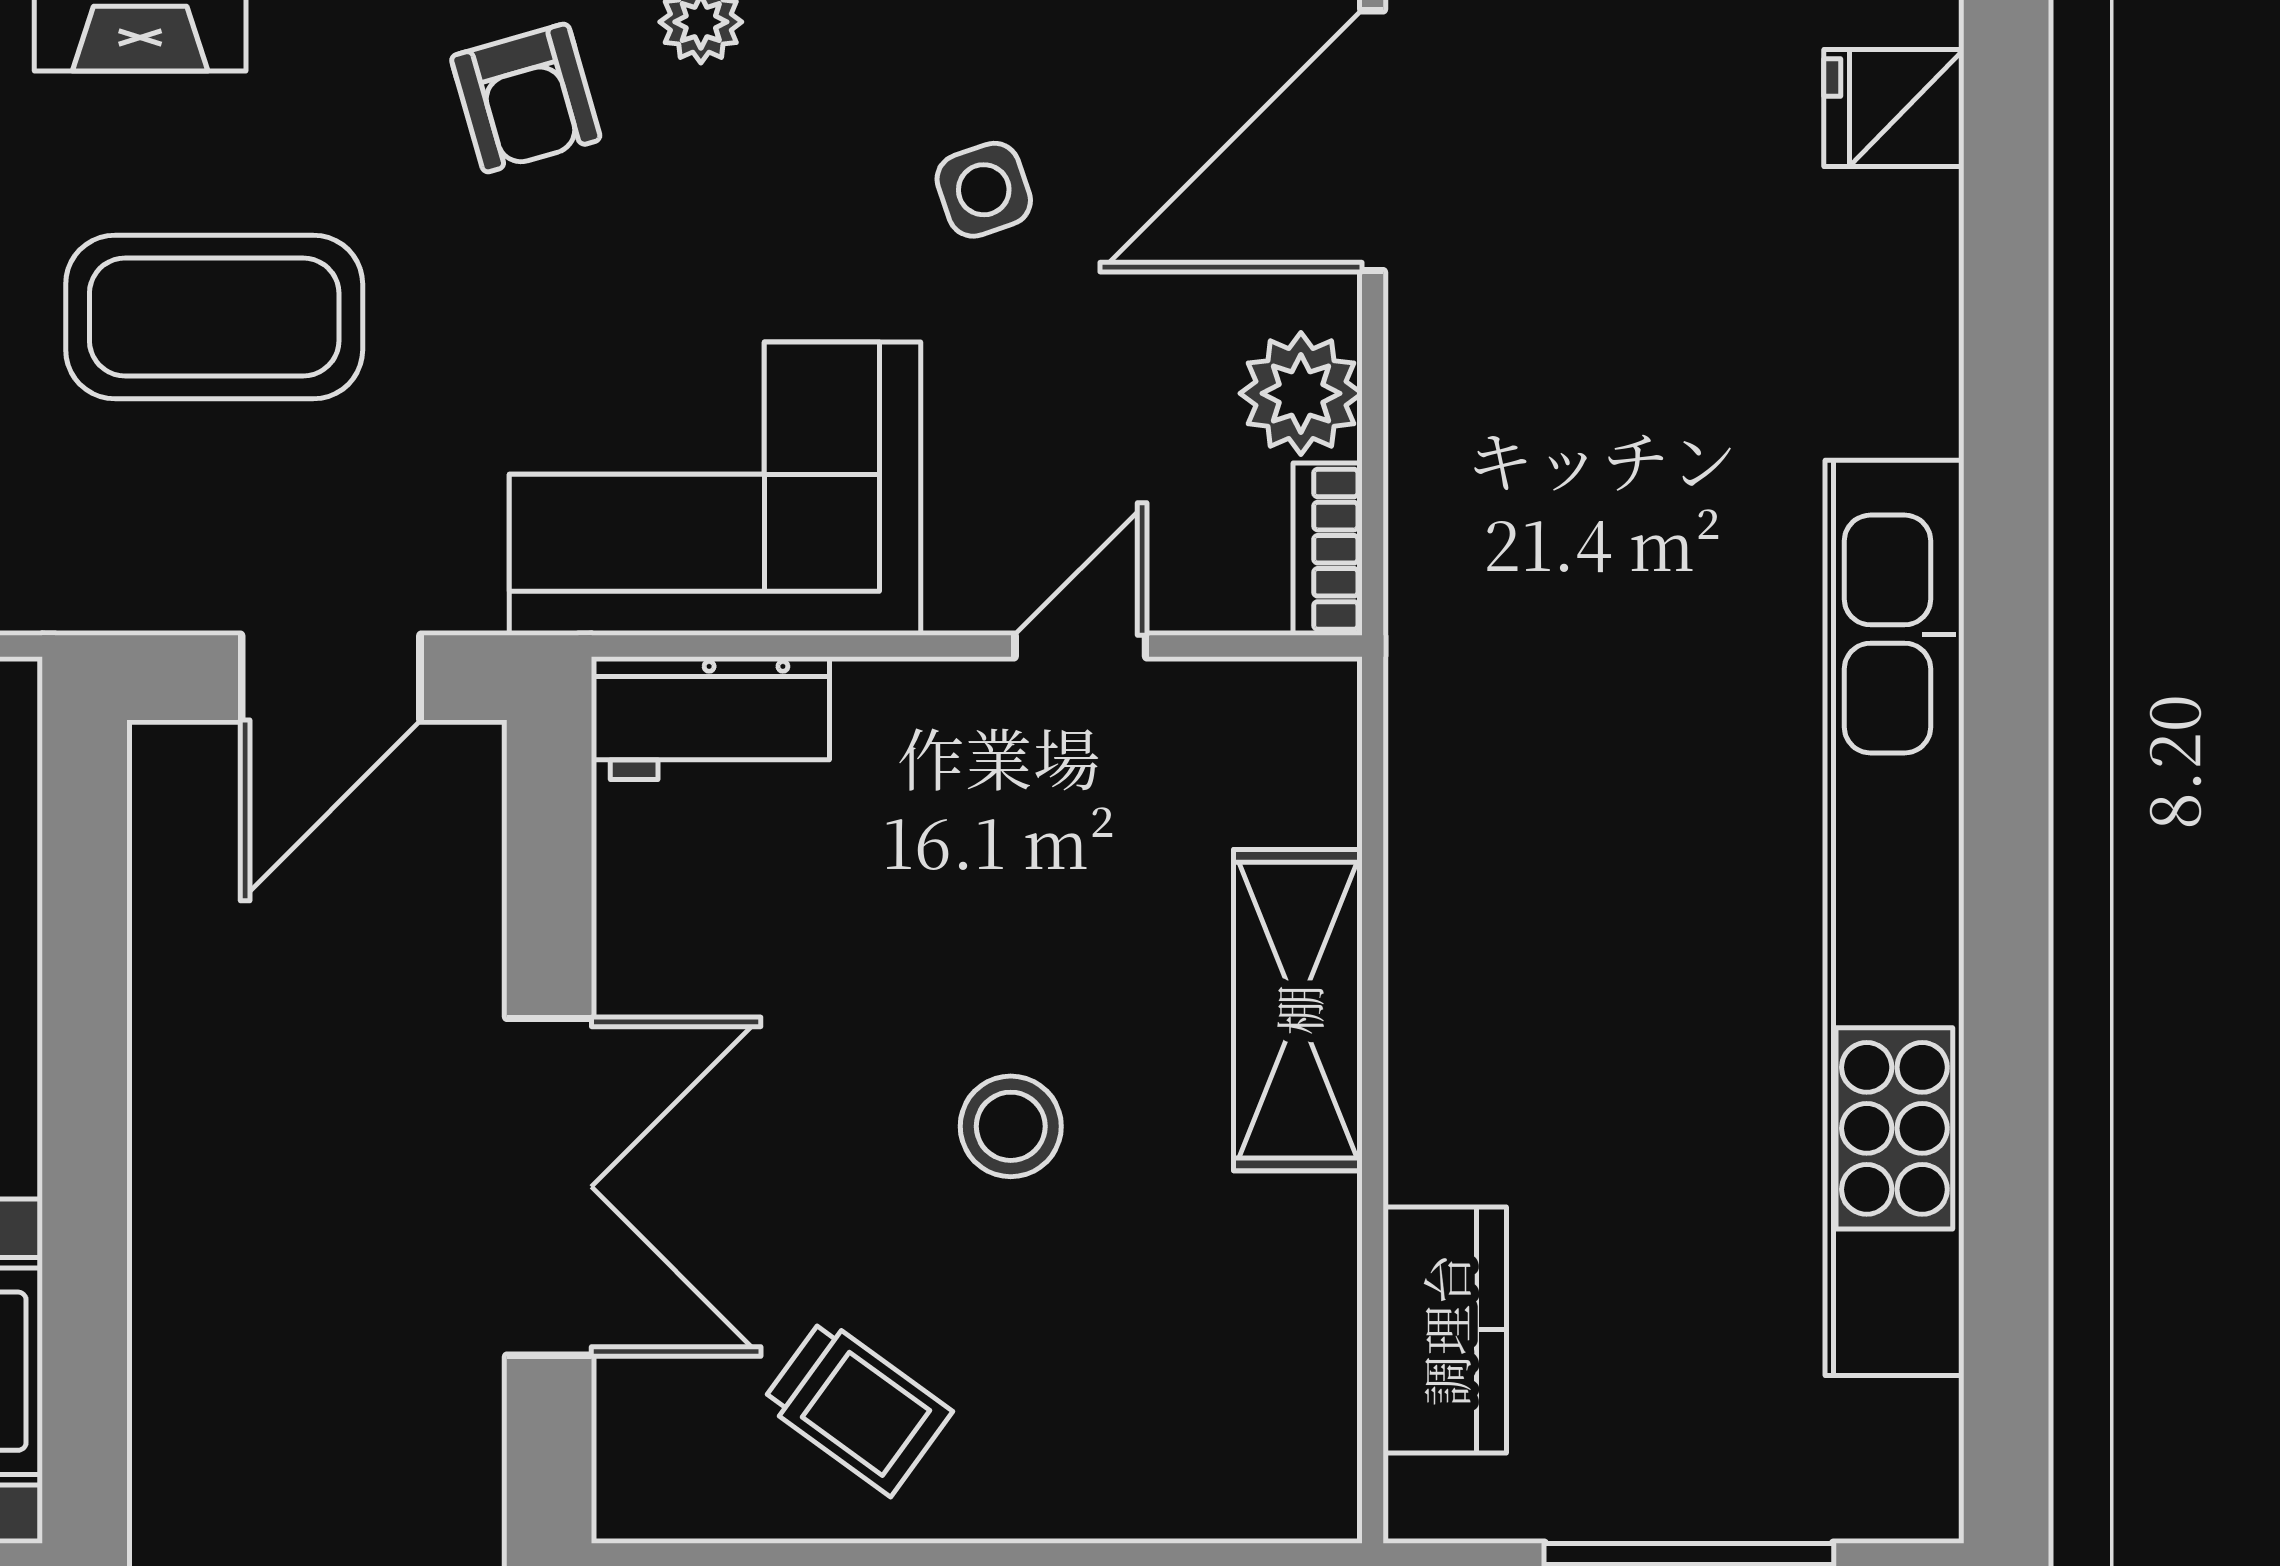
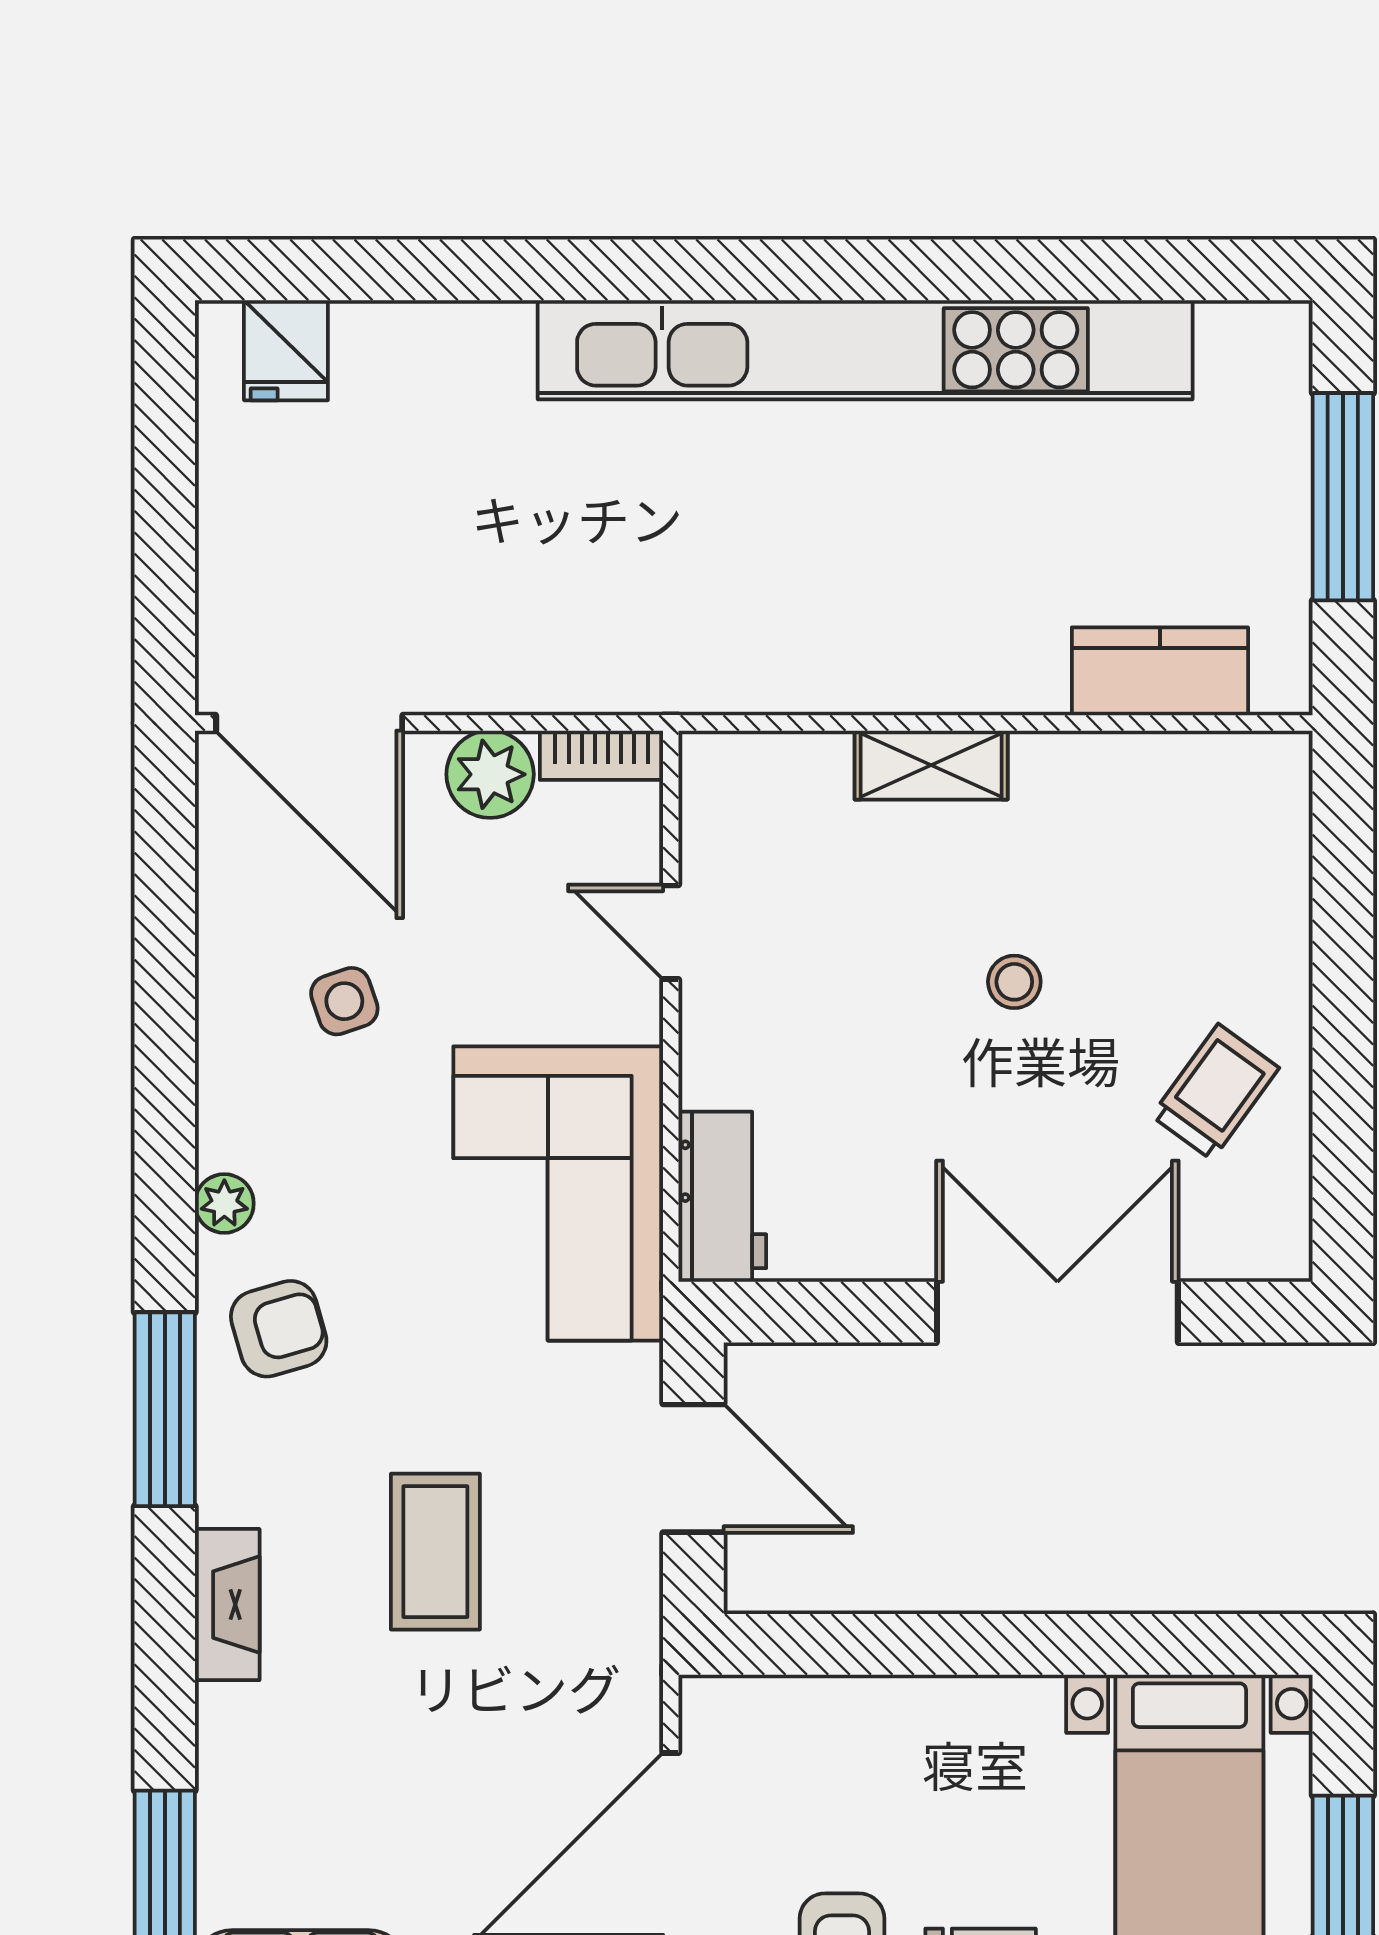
coffee table: (214, 317) -> (435, 1552), width x0.73, depth x0.76
shelving: (1298, 1010) -> (931, 765), width x0.67, depth x0.75
stool: (1011, 1126) -> (1014, 982), width x0.73, depth x0.73

